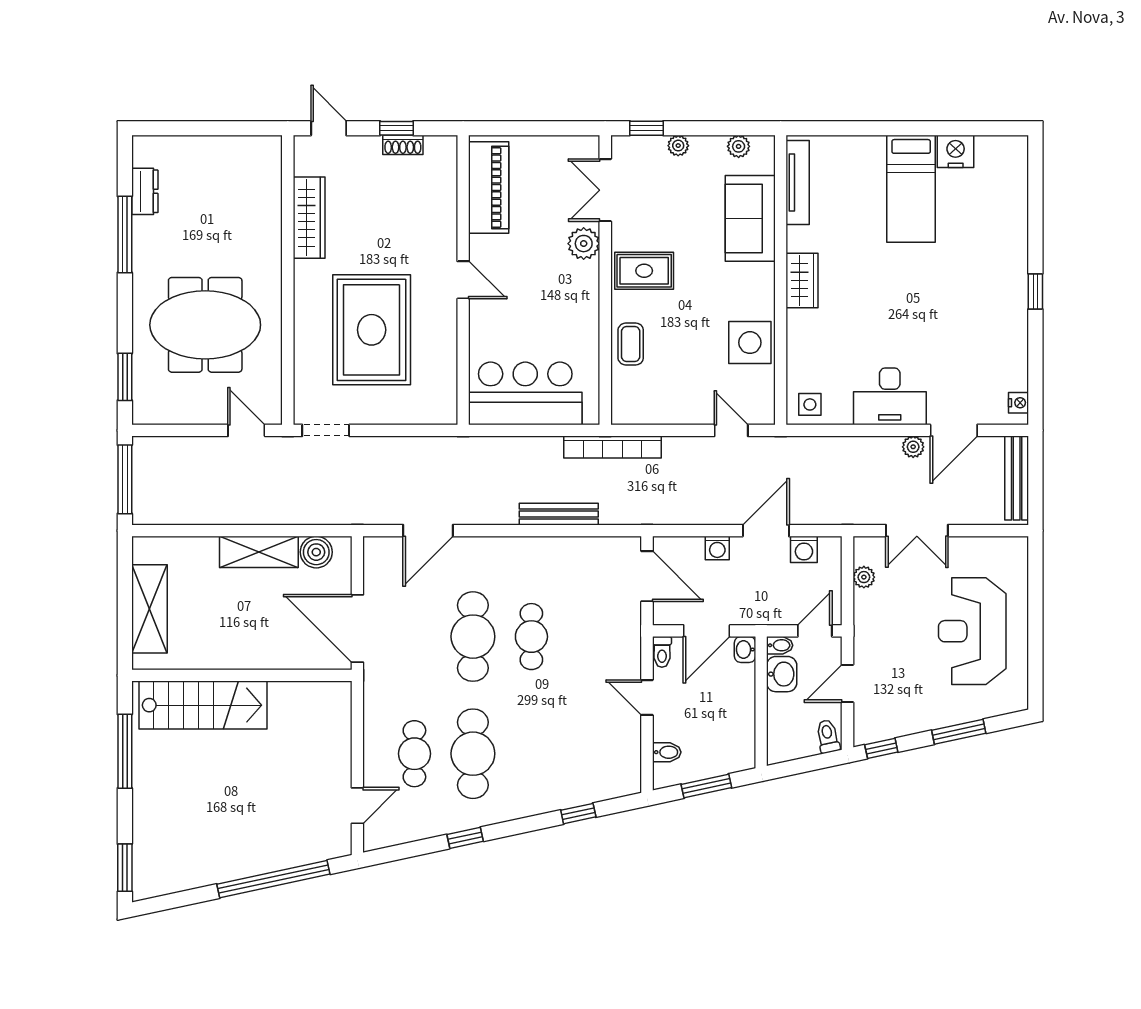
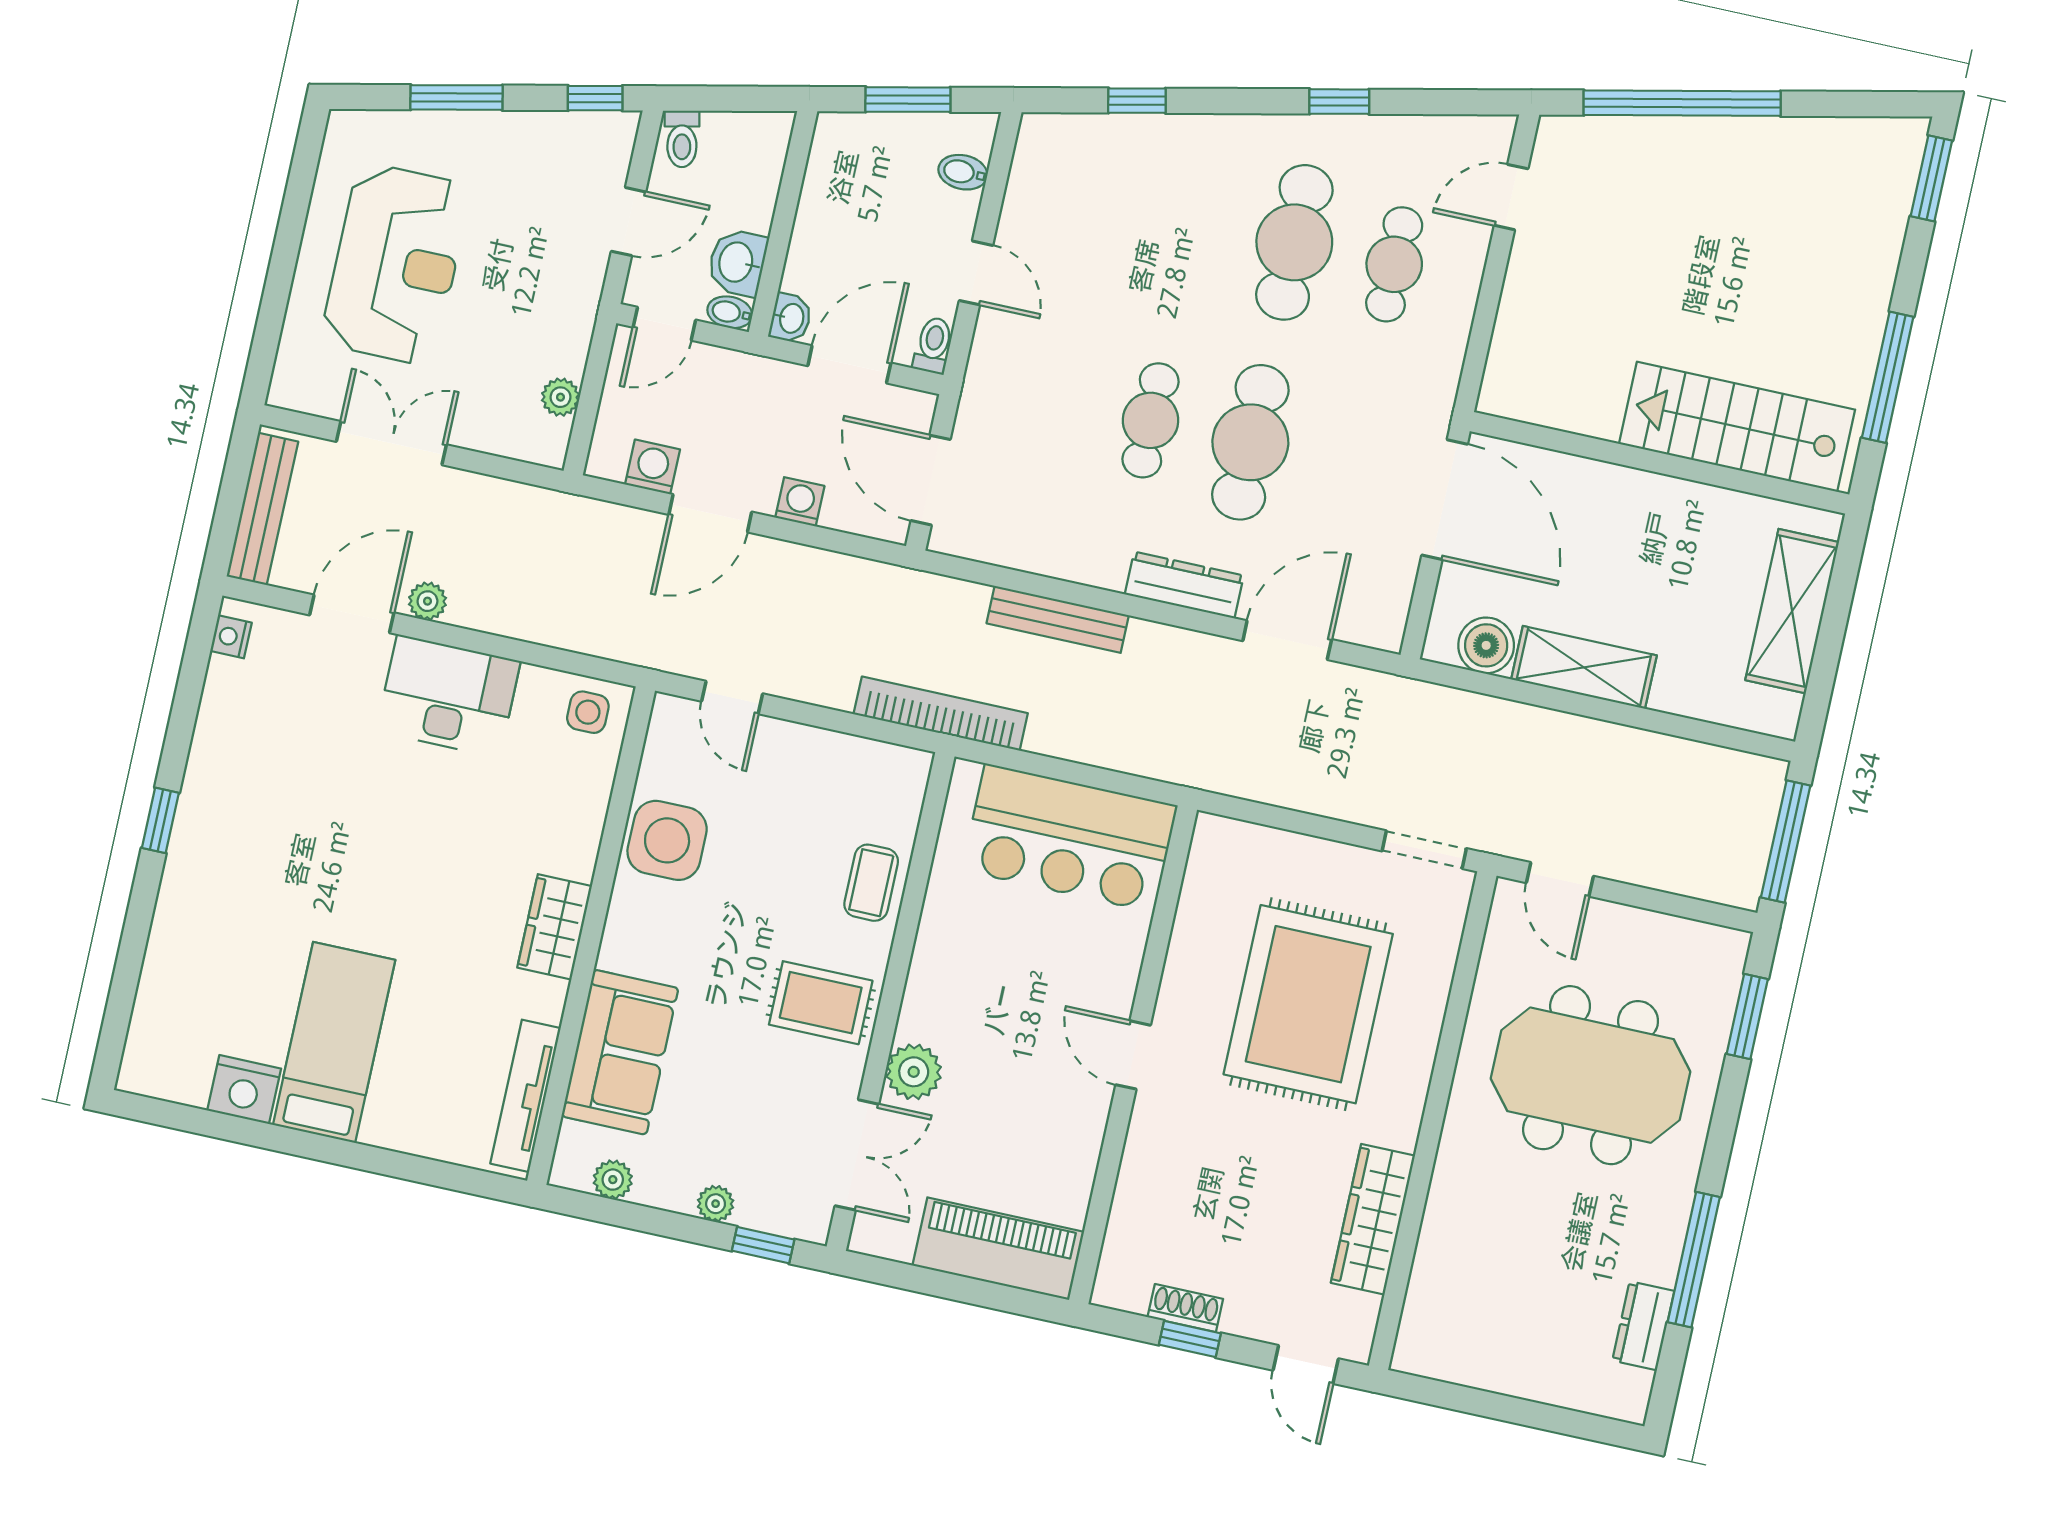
piano: (489, 187) -> (998, 1249), moved, turned 90
double door: (917, 531) -> (391, 443), moved
dresser: (492, 549) -> (1184, 585), added

